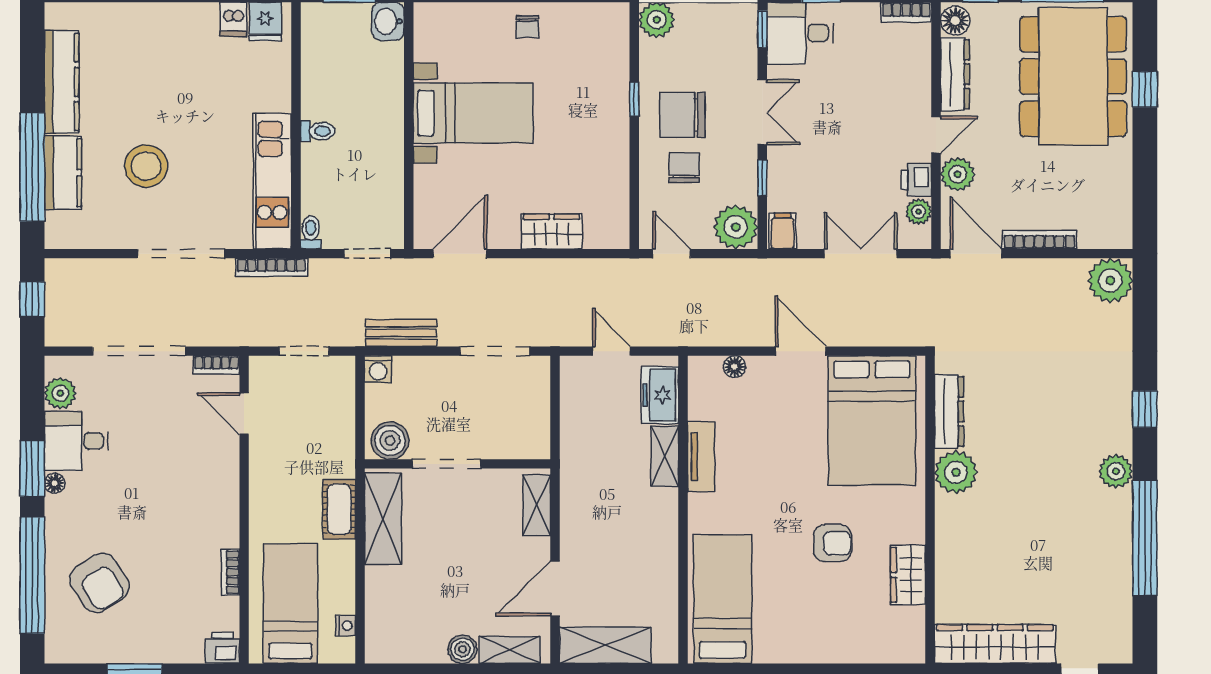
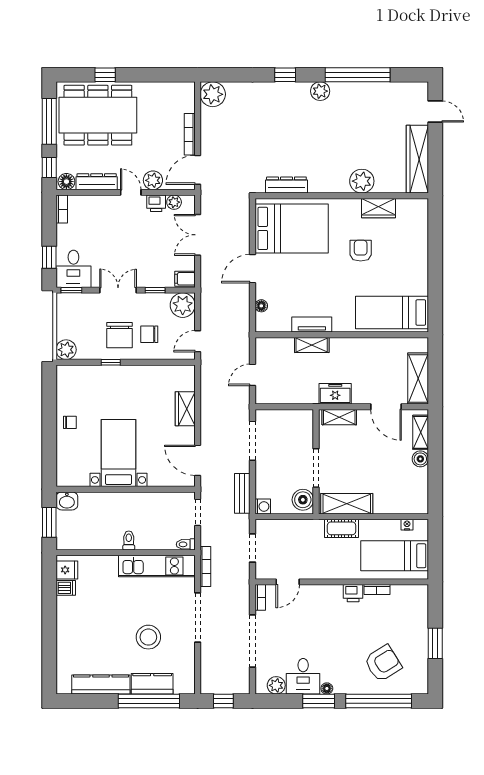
freezer: (660, 395) -> (335, 394), moved, turned 180
plant: (956, 472) -> (362, 181), moved
printer: (223, 648) -> (353, 593), moved, turned -90

